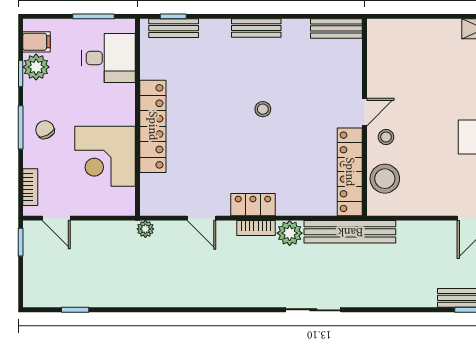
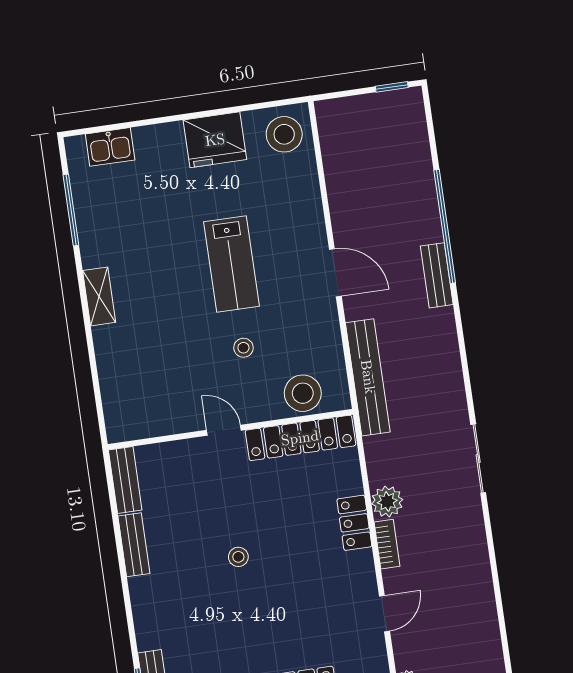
bench: (256, 28) -> (134, 545), moved
stool: (386, 137) -> (243, 348), moved
locker: (253, 205) -> (354, 523), moved
bench: (350, 232) -> (368, 377), moved

